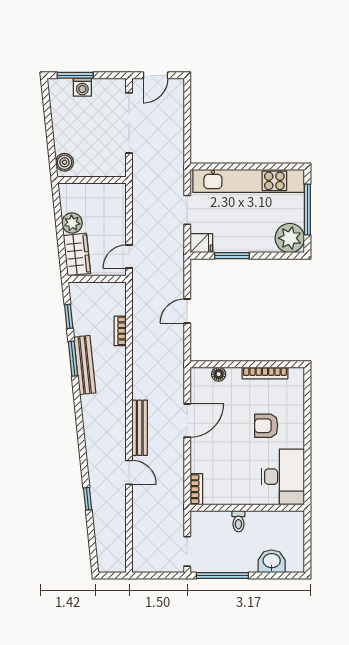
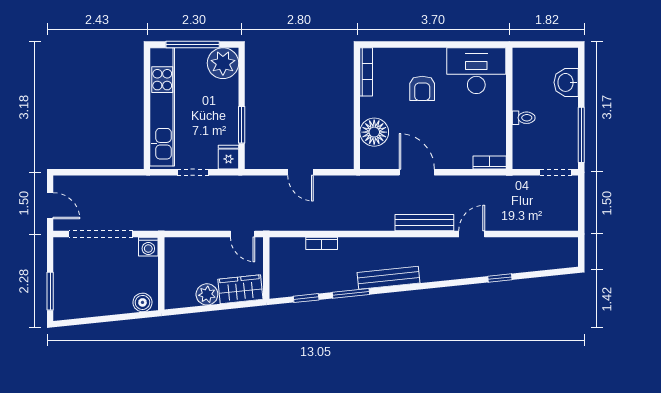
washing machine: (82, 87) -> (148, 247), moved, turned 90
bench: (85, 365) -> (389, 278), moved
bookcase: (265, 373) -> (366, 72), moved
floor lamp: (219, 374) -> (374, 132), width x1.89, depth x1.89

